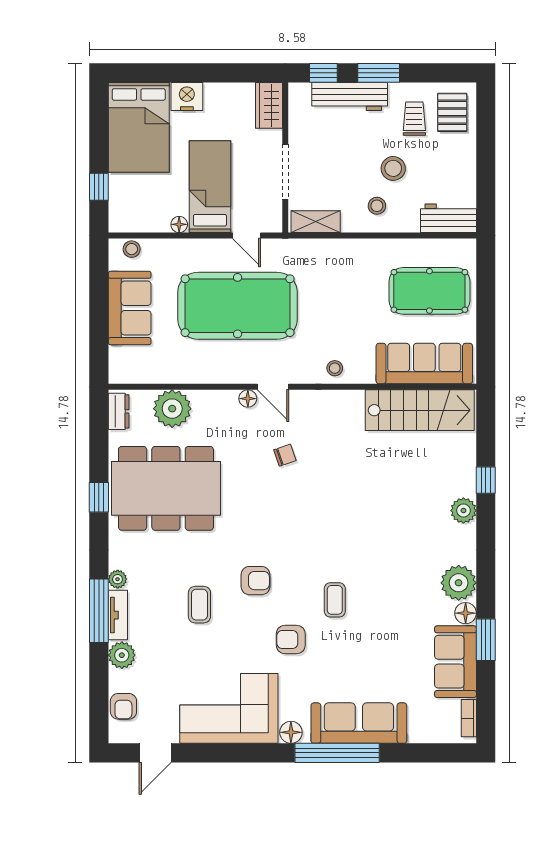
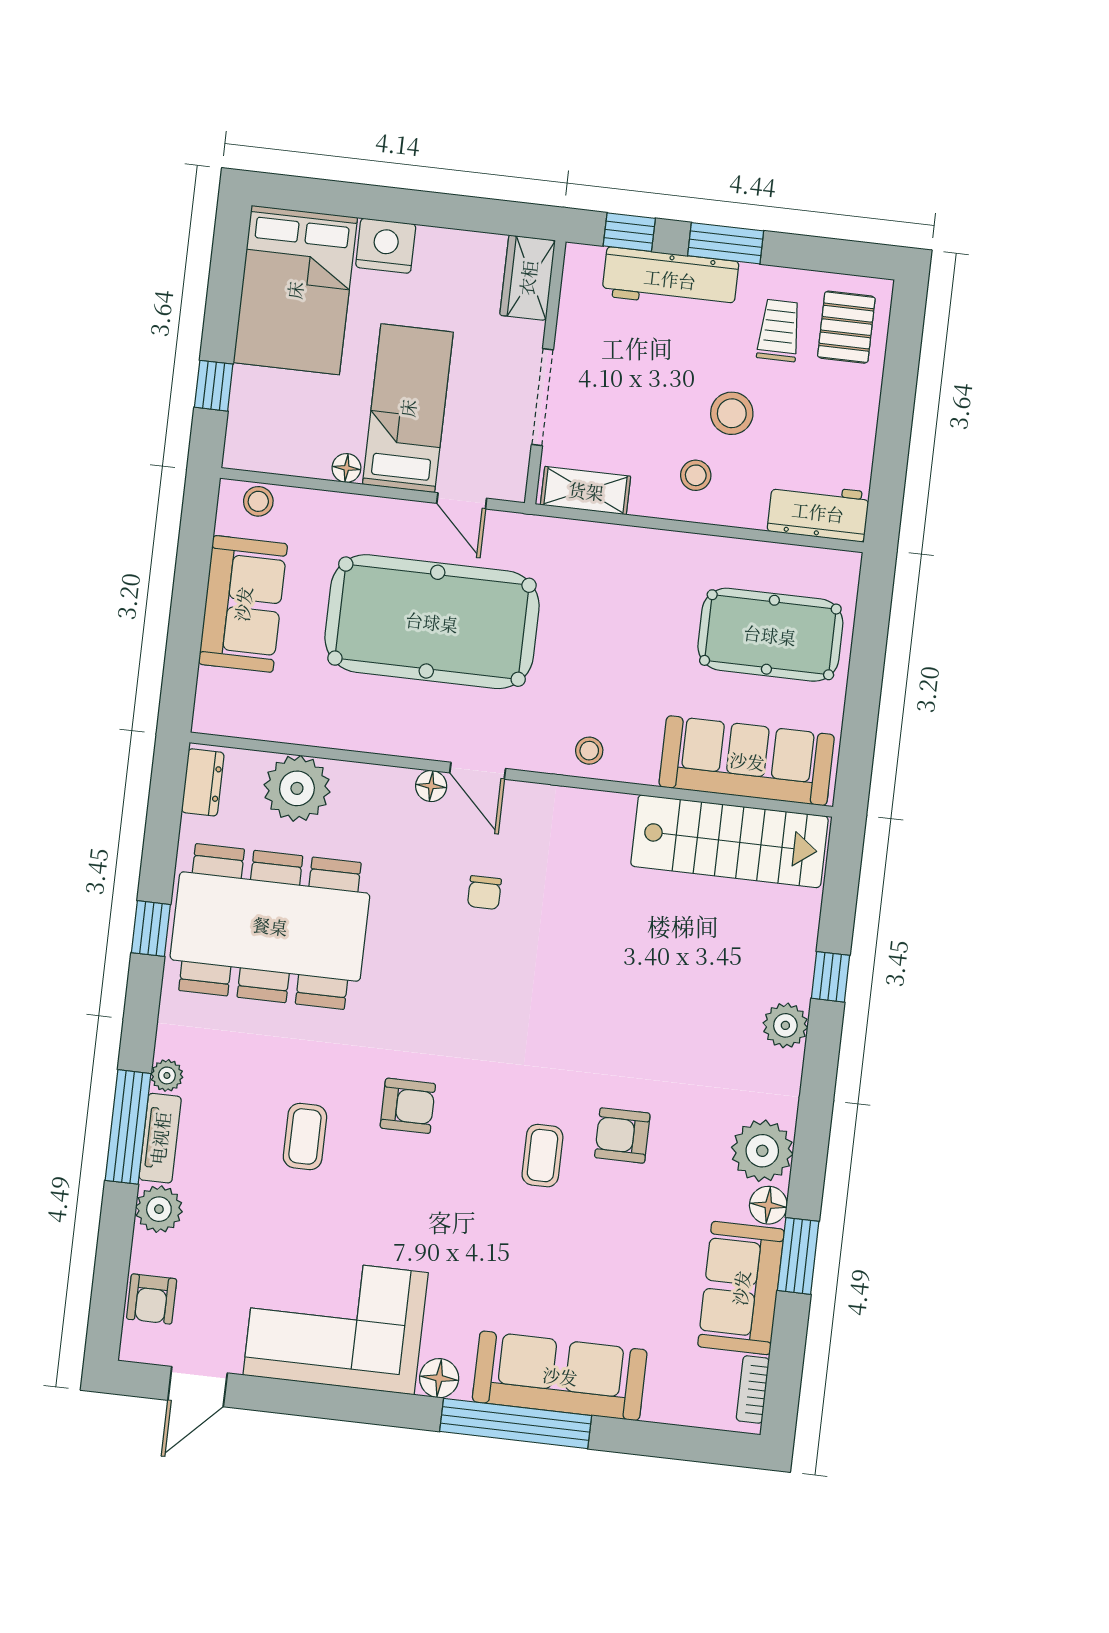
chair: (285, 455) -> (484, 893), turned 109
armchair: (291, 640) -> (622, 1135), moved

